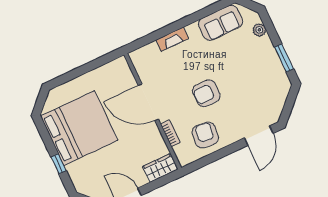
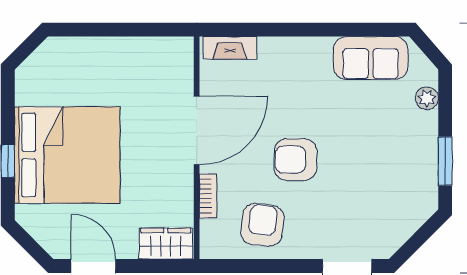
fireplace: (172, 39) -> (230, 48), moved
door: (148, 102) -> (197, 130), swing flipped
bed: (79, 128) -> (67, 155), moved

